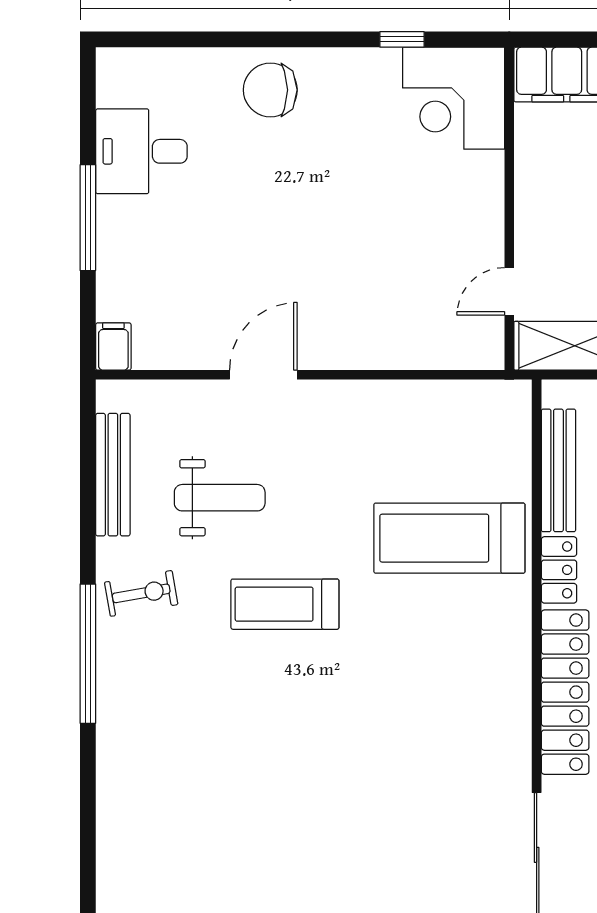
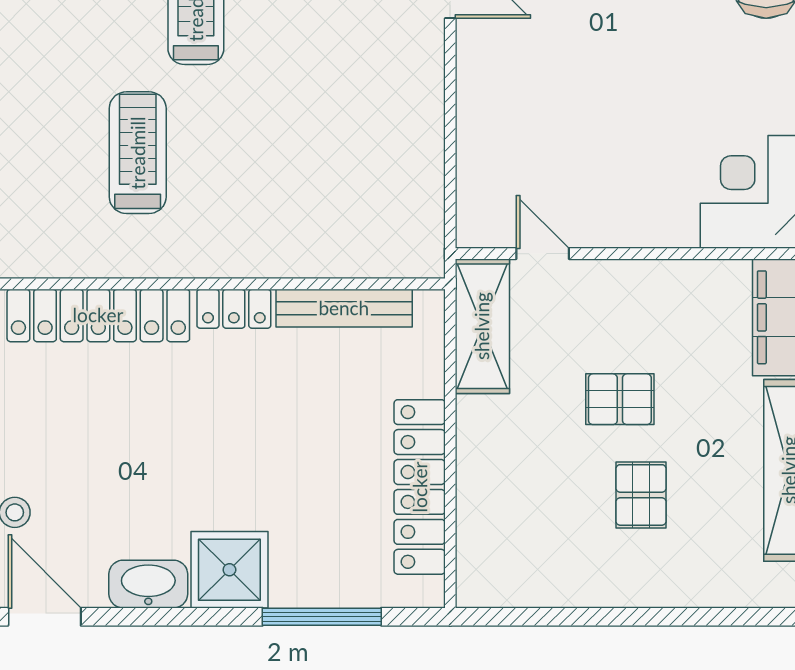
treadmill: (449, 538) -> (138, 153), moved, width x0.73, depth x0.73

